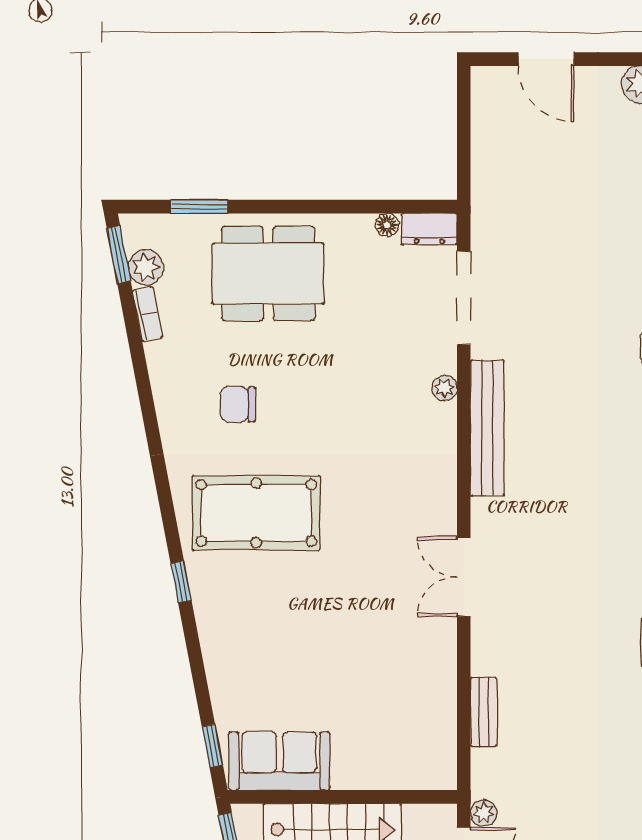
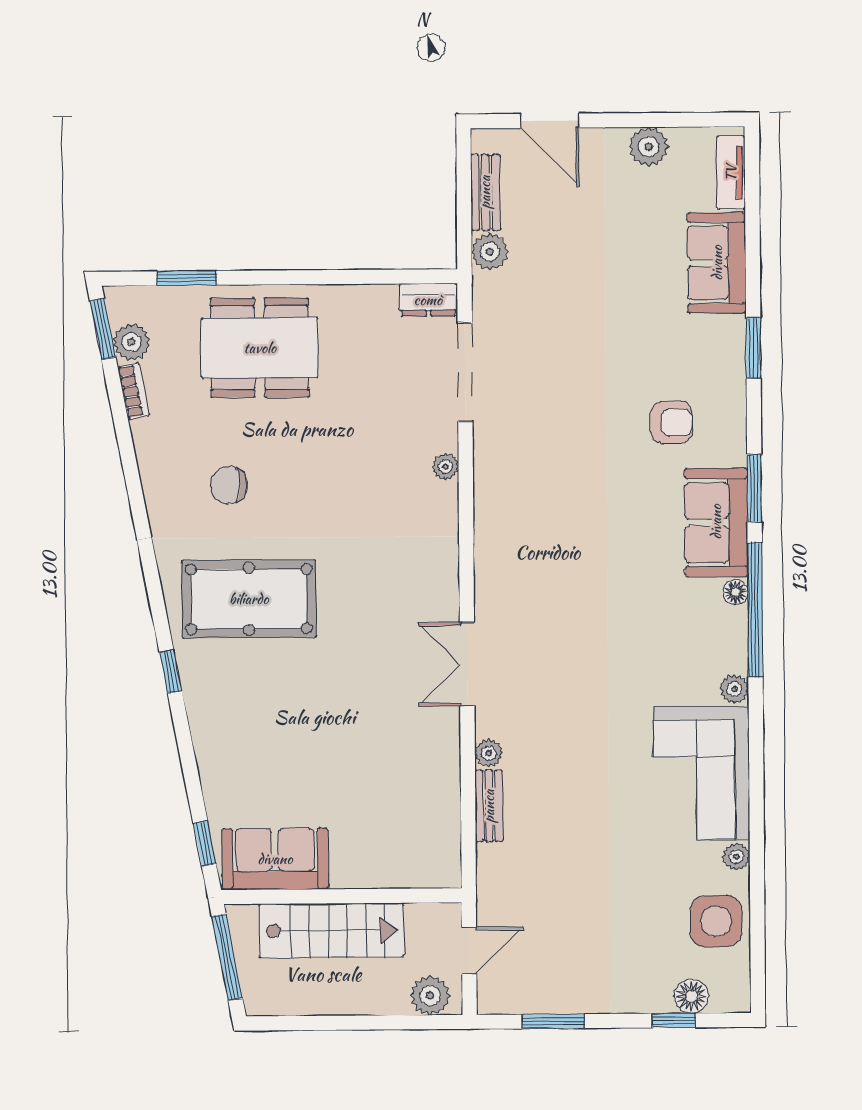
plant: (488, 183) -> (490, 252), added
floor lamp: (387, 225) -> (384, 296), removed
bench: (487, 428) -> (485, 192), moved, width x0.54, depth x0.82
plant: (484, 813) -> (489, 753), moved

